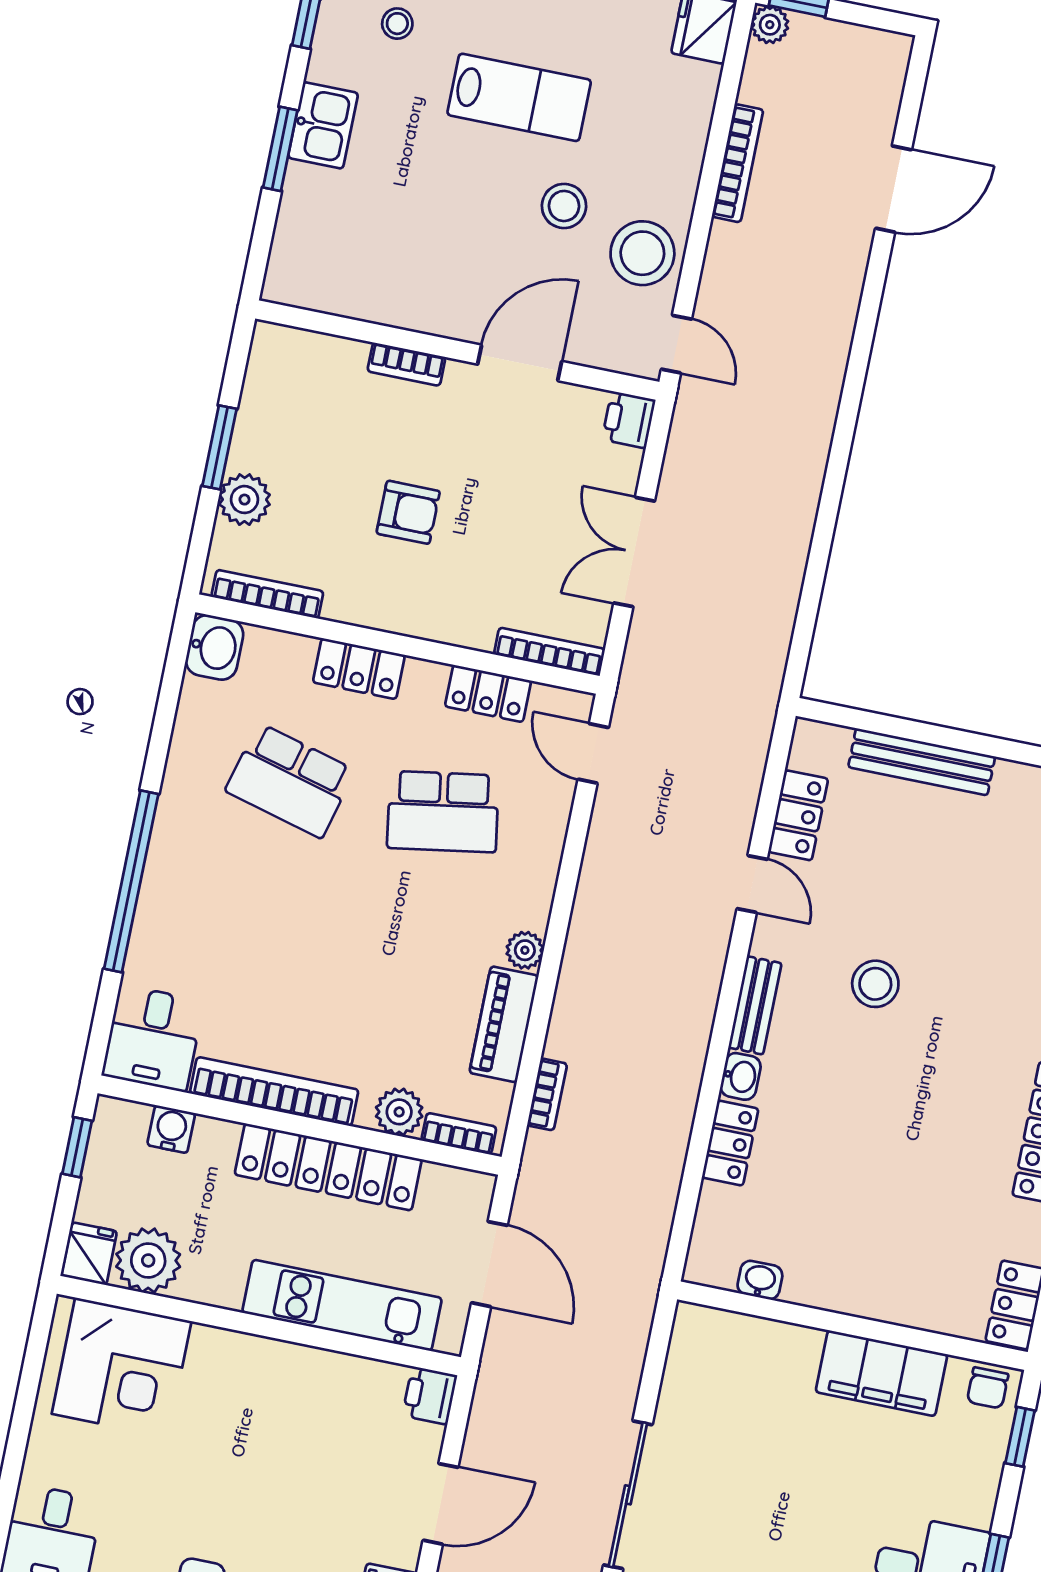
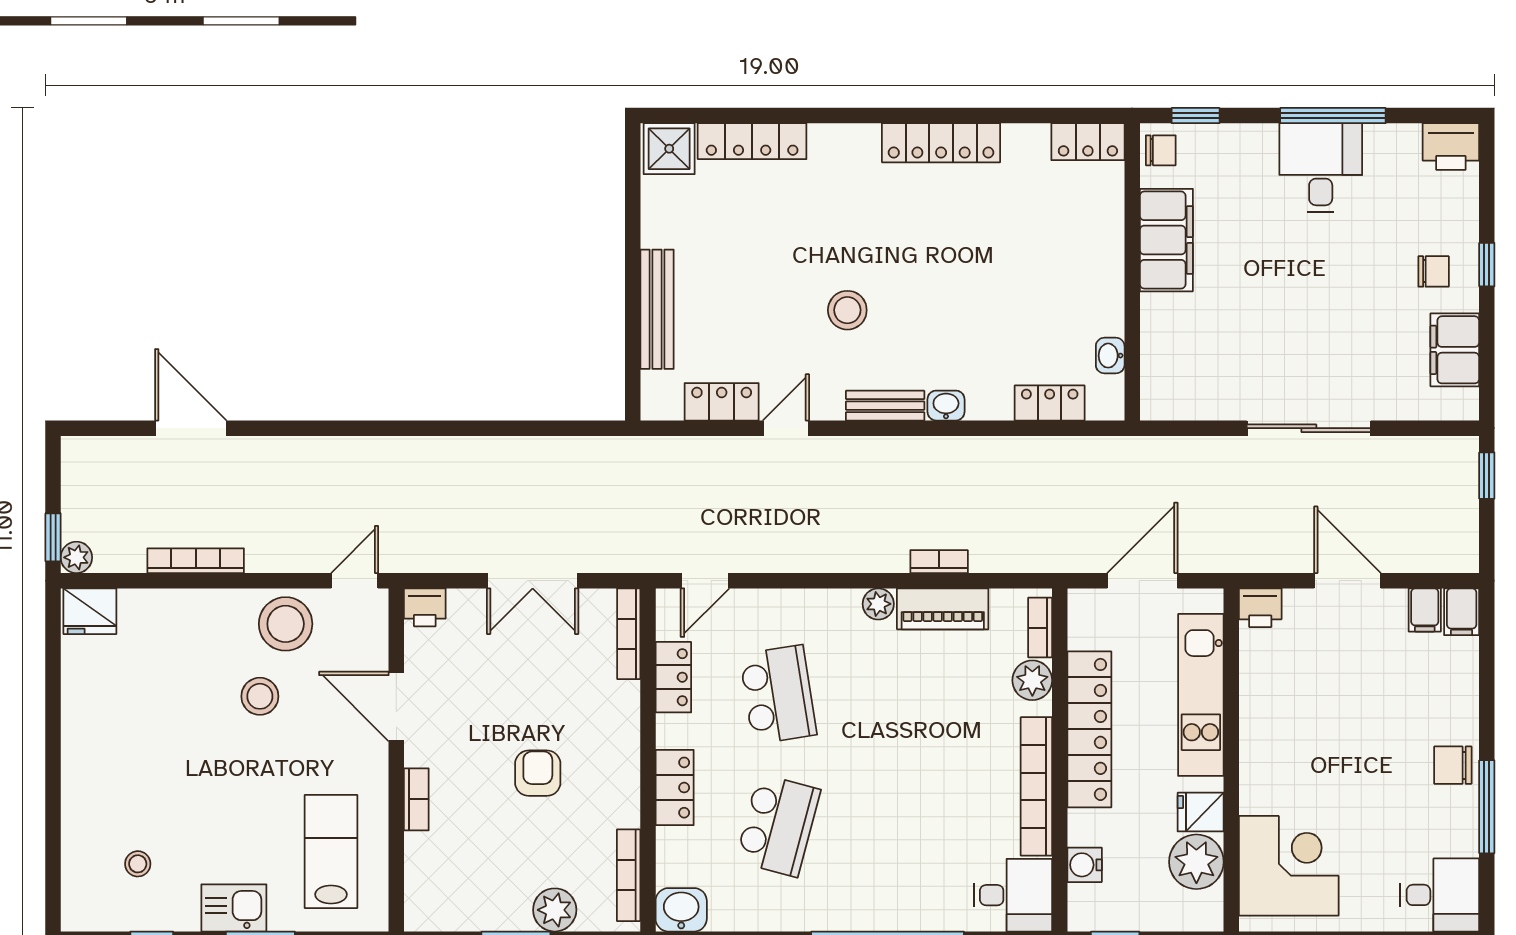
lab bench: (519, 97) -> (331, 851), moved
bookcase: (547, 1094) -> (939, 562), moved
locker: (730, 1143) -> (1050, 403), moved
fridge: (89, 1254) -> (1201, 812), moved

